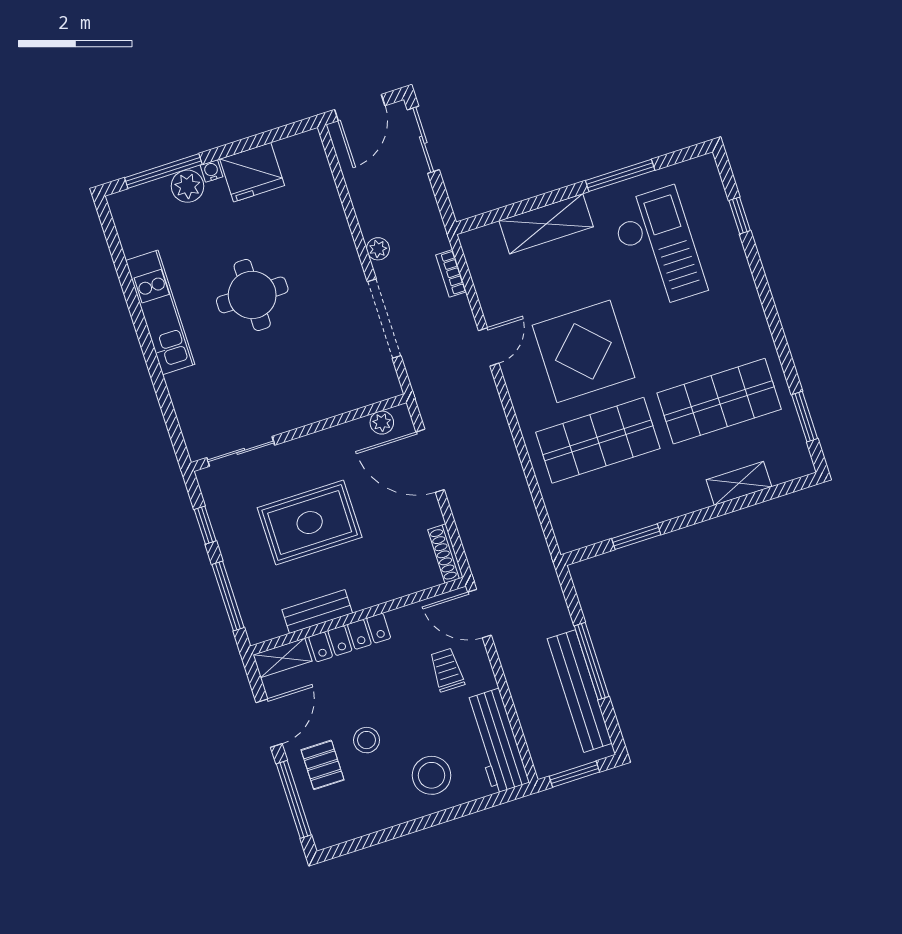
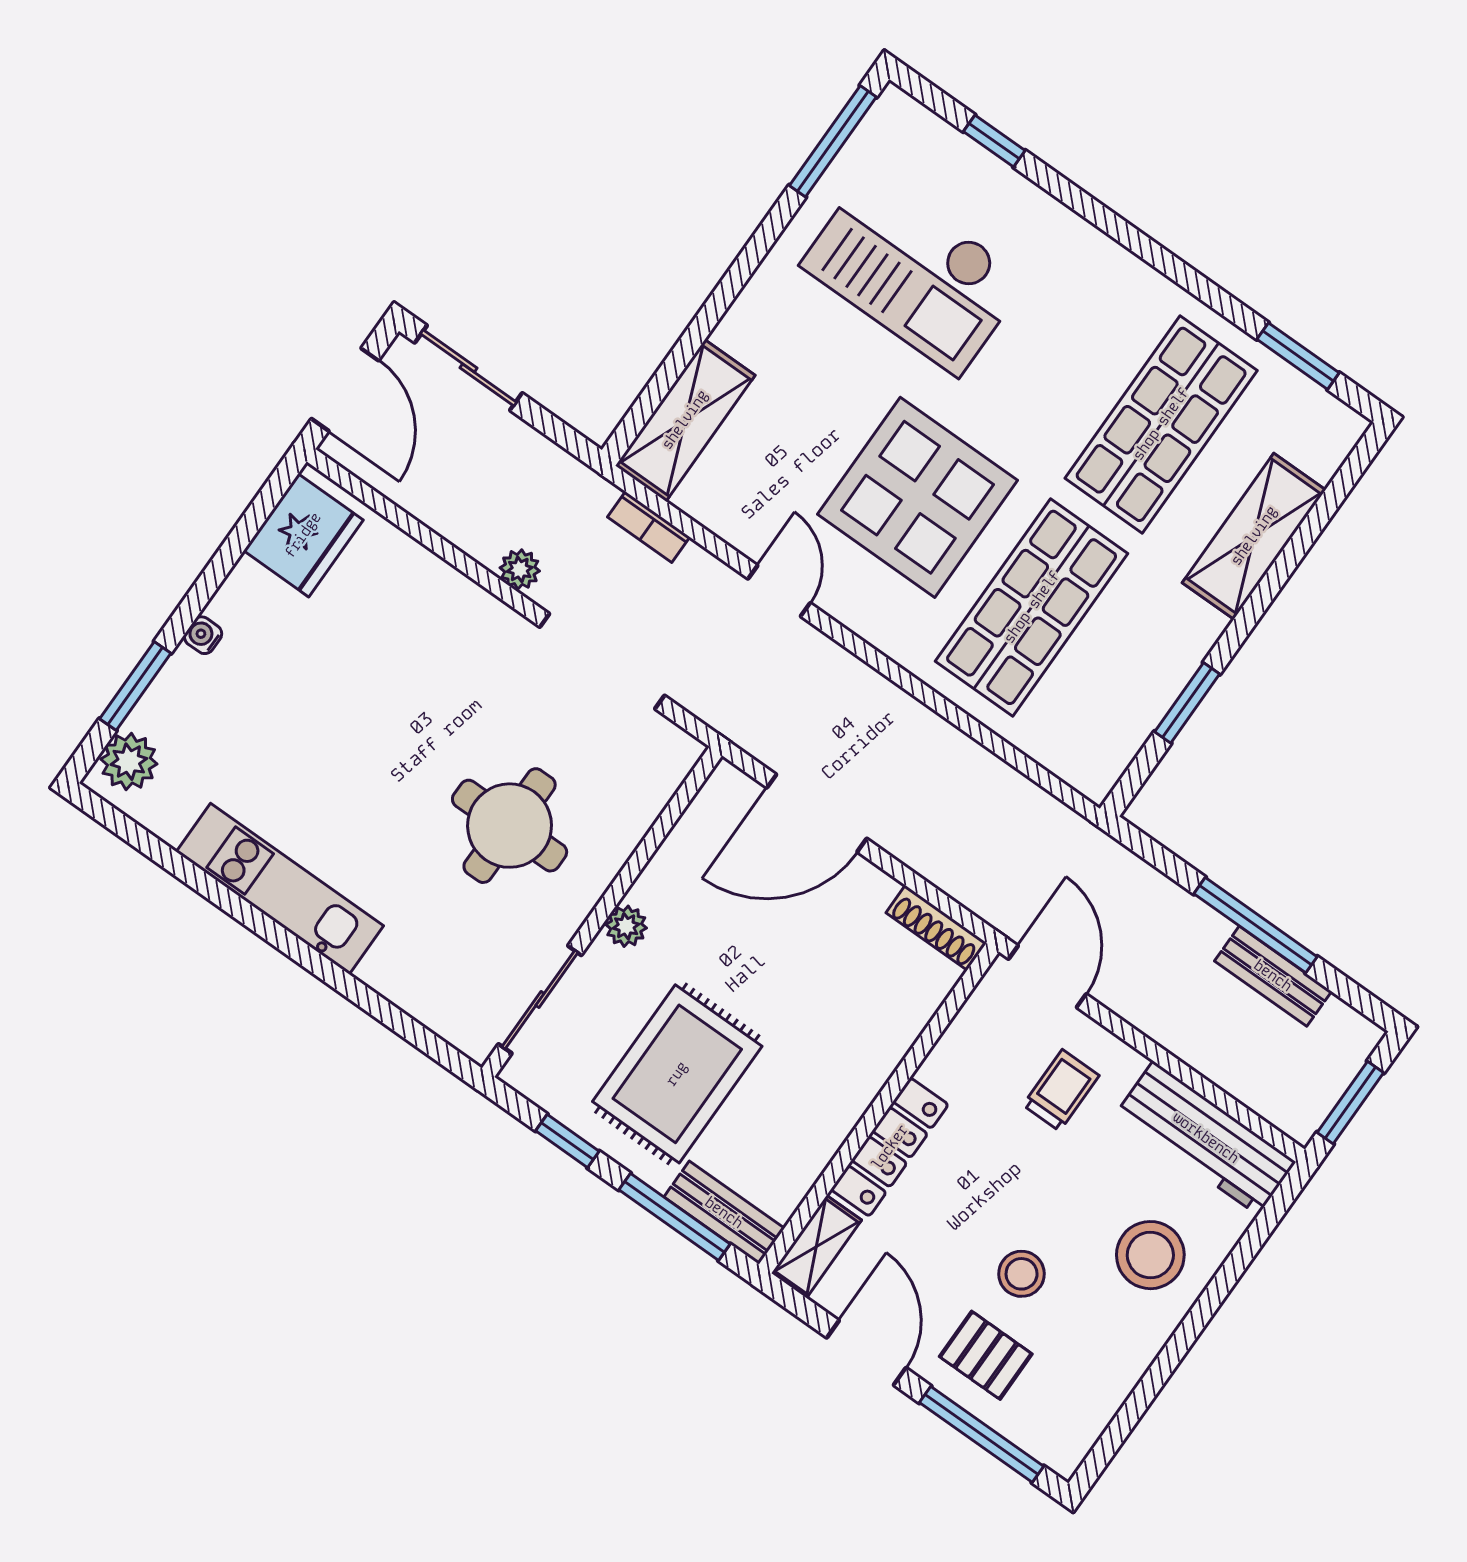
window: (163, 171) -> (135, 686), width x0.69
fridge: (252, 172) -> (303, 535), moved
window: (620, 175) -> (833, 141), moved
plant: (188, 186) -> (129, 762), moved
shelving: (546, 224) -> (685, 420), moved
checkout: (658, 248) -> (914, 272), turned 180
round table: (252, 295) -> (510, 826), moved
plant: (382, 423) -> (626, 926), moved
shelving: (739, 483) -> (1254, 536), width x1.50, depth x1.33
rug: (310, 523) -> (677, 1074), moved
bench: (317, 612) -> (724, 1213), moved, turned 90
door: (479, 614) -> (1047, 977), swing flipped
trolley: (447, 670) -> (1061, 1090), turned 90
bench: (580, 691) -> (1273, 976), width x0.54, depth x0.82

